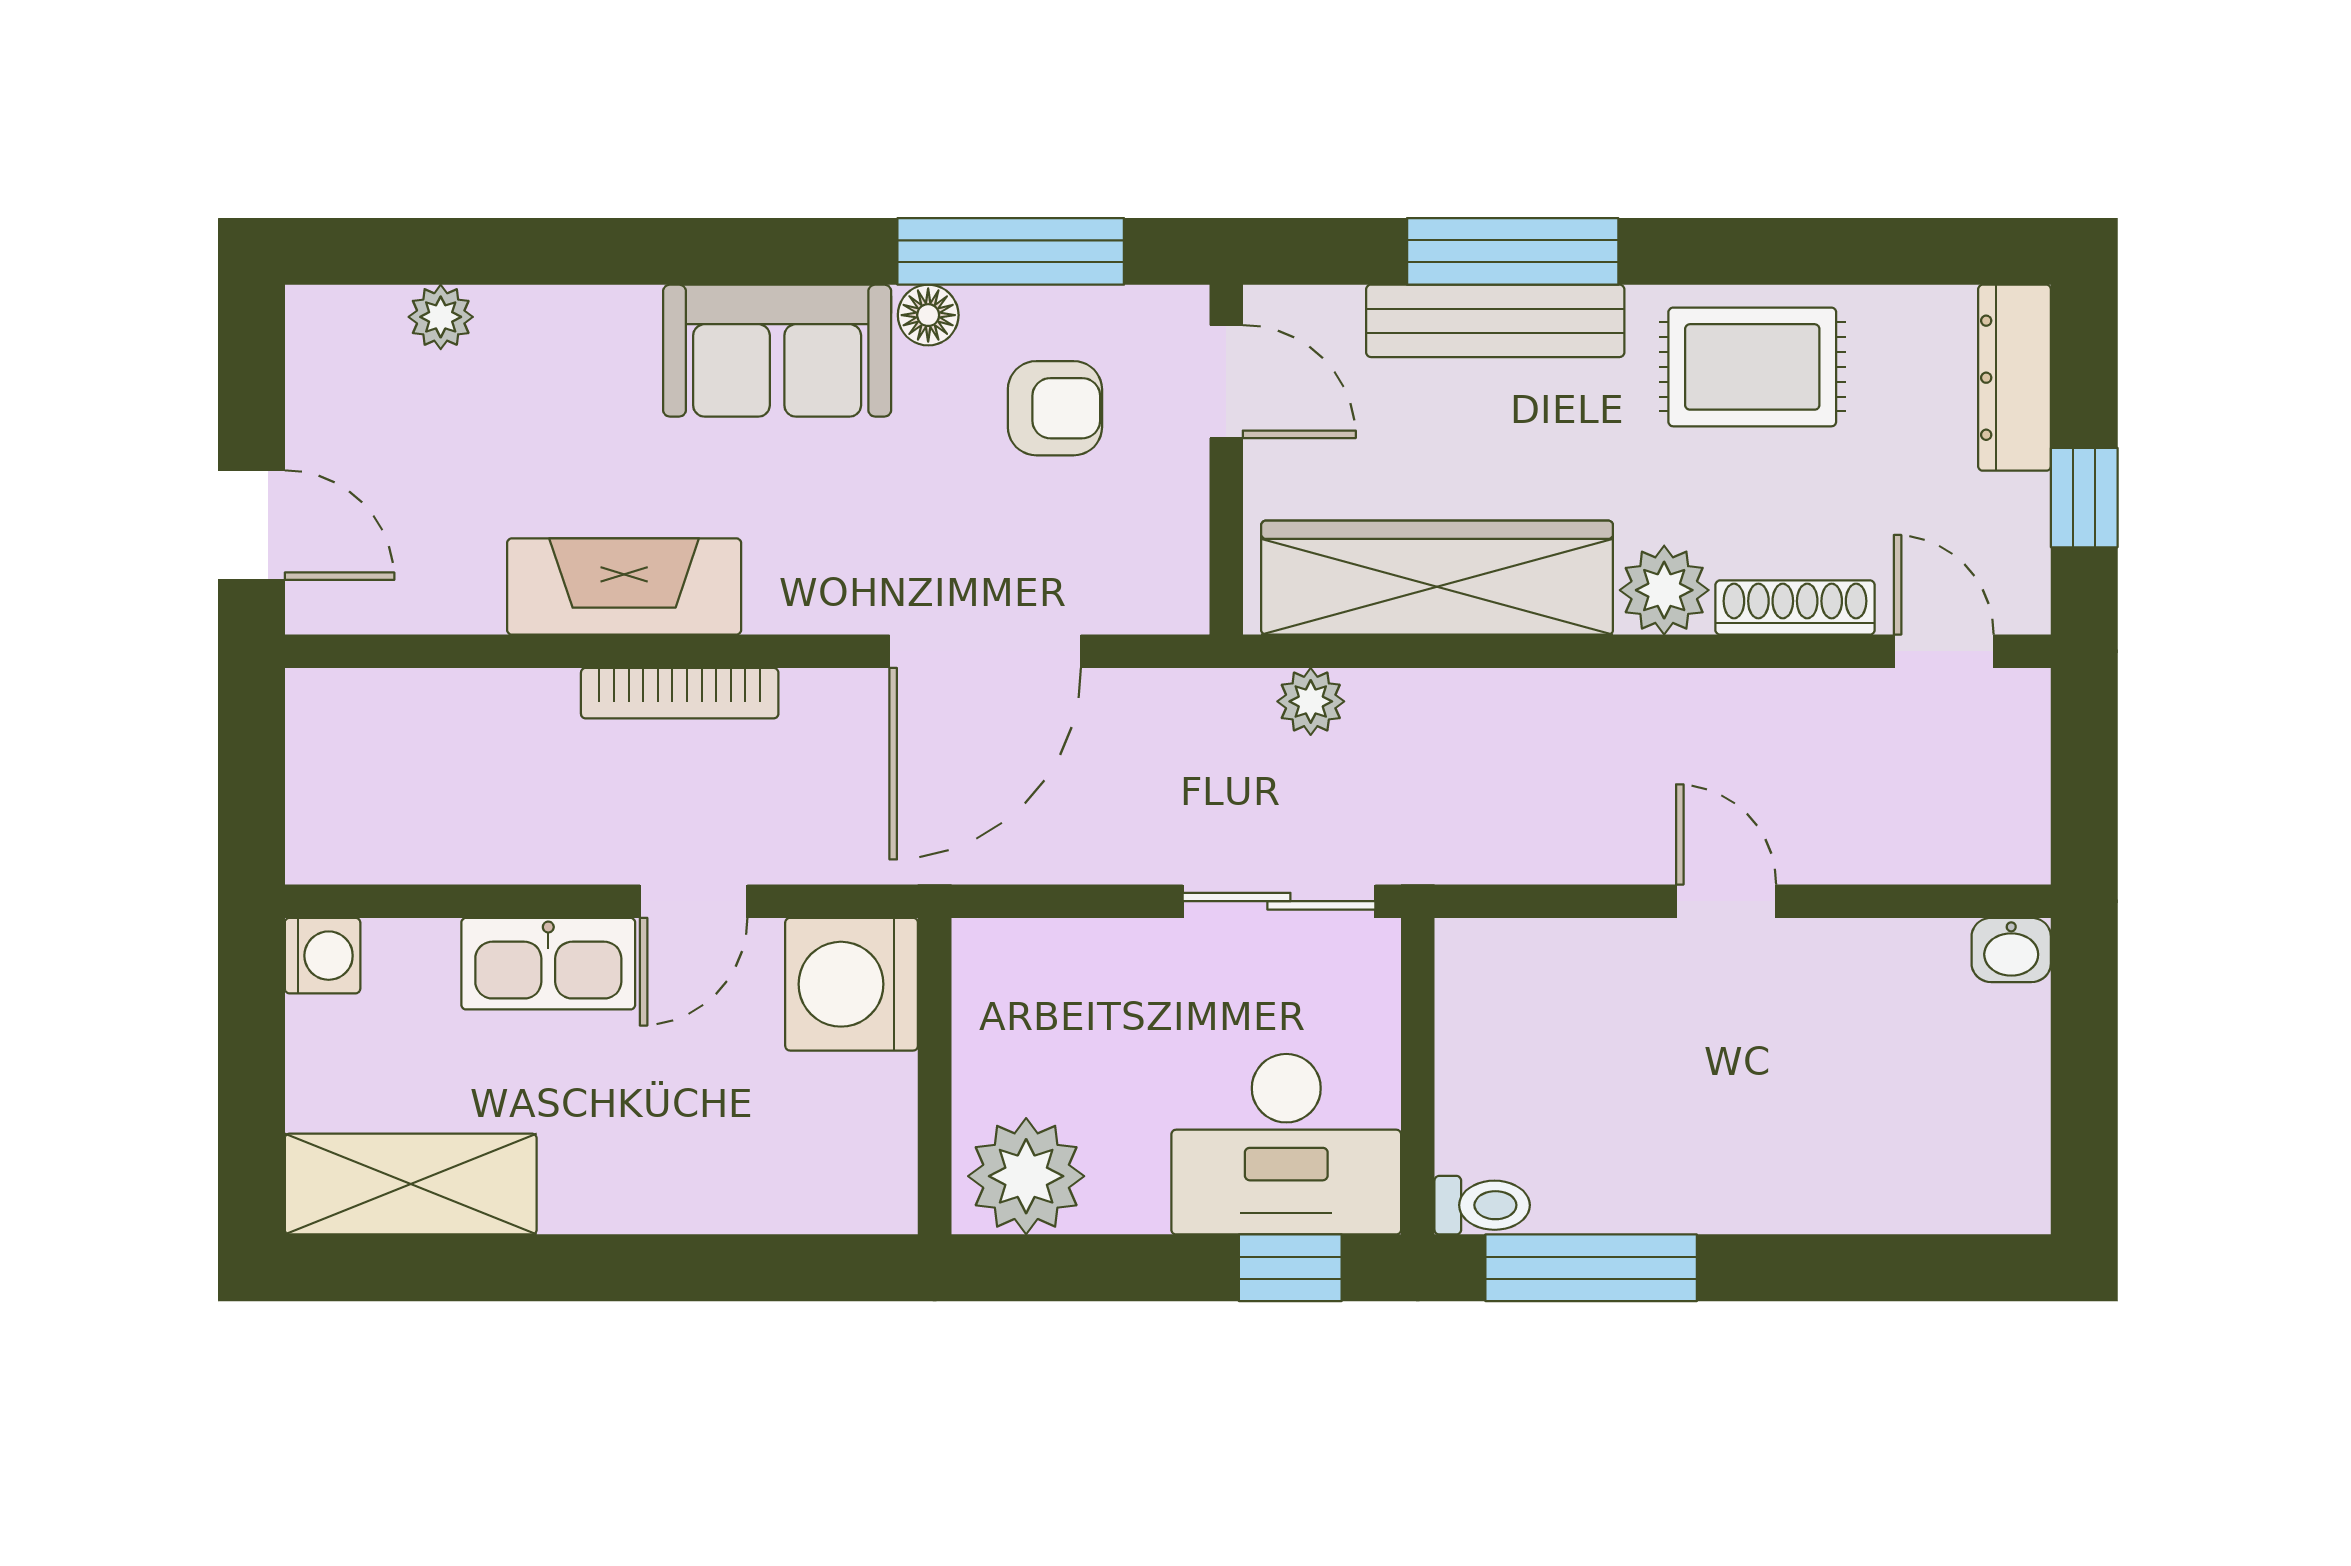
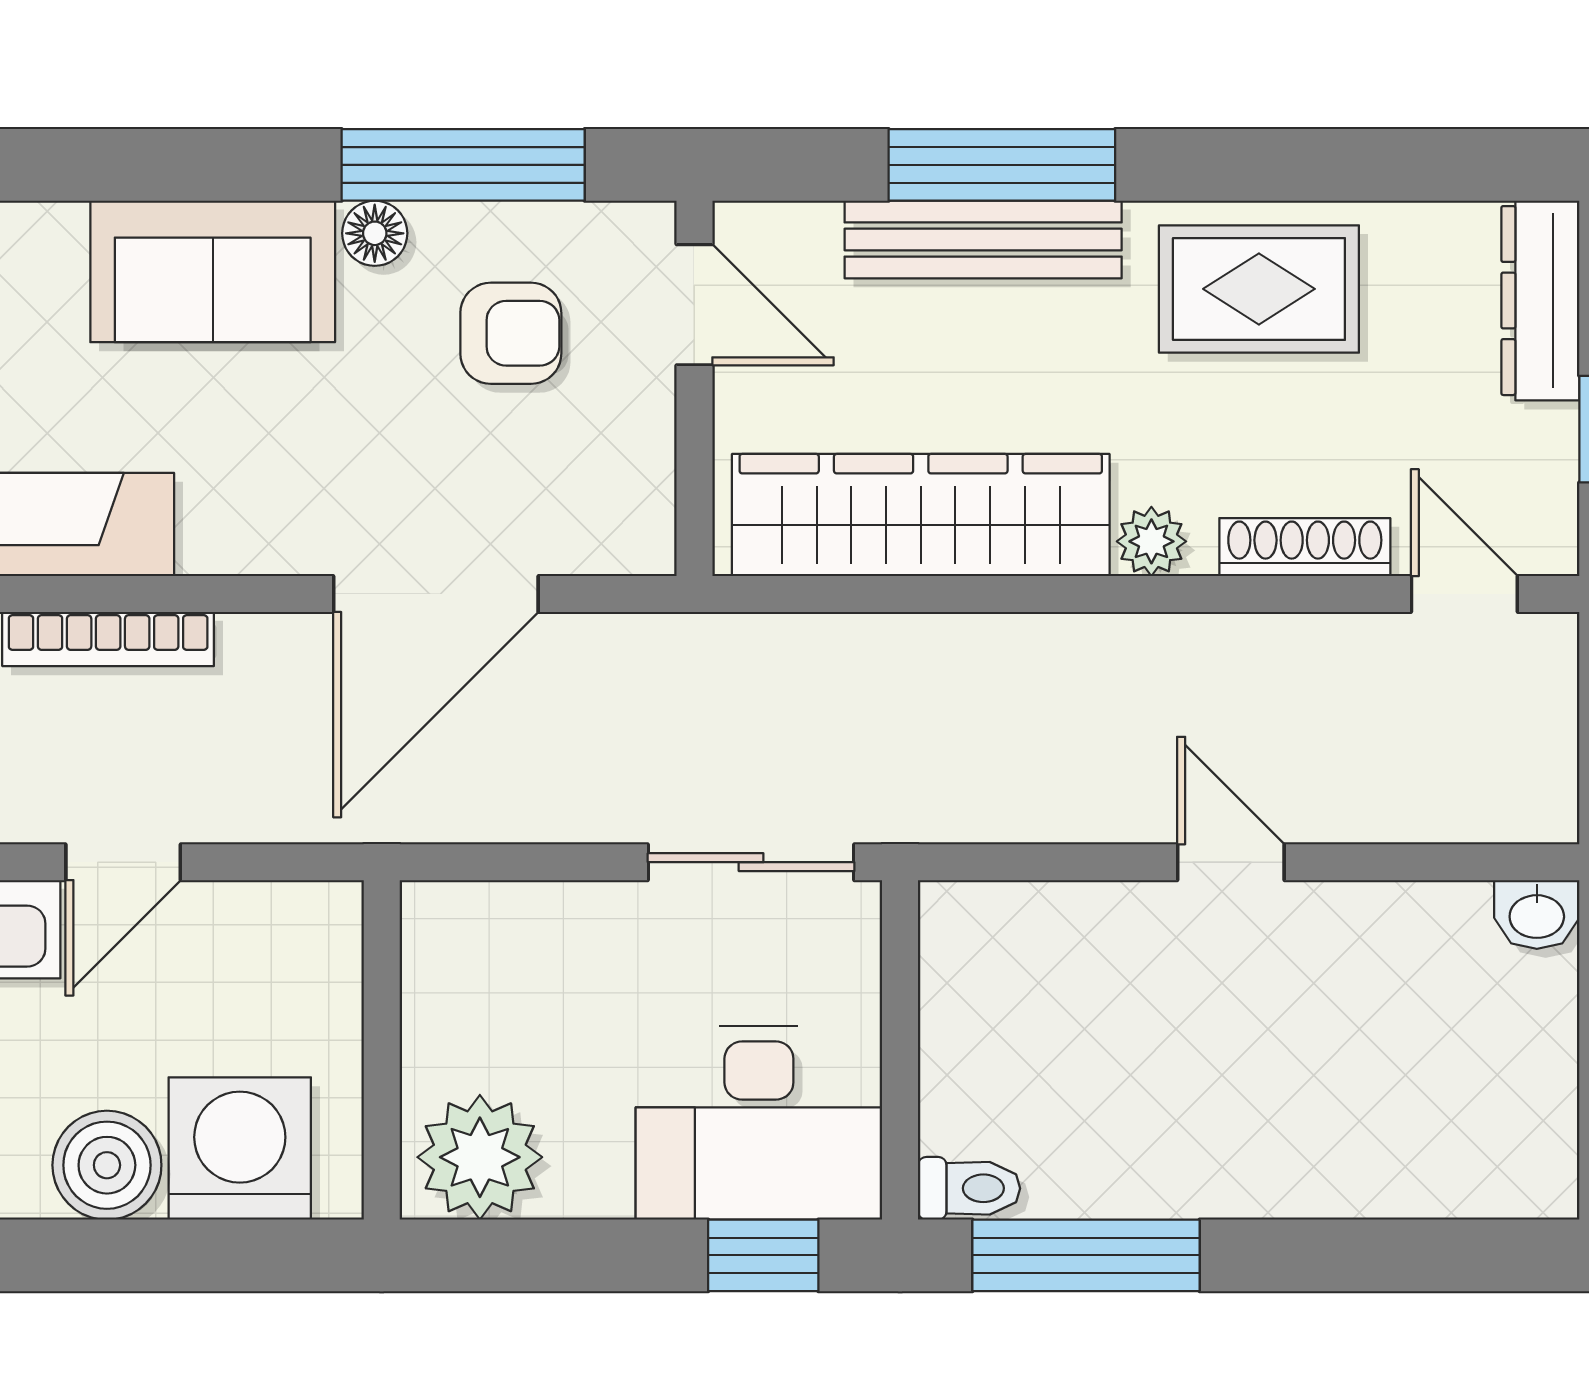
plant: (1664, 590) -> (1151, 541), width x0.73, depth x0.73
plant: (1311, 701) -> (785, 648), removed
washing machine: (852, 984) -> (240, 1149), moved, turned 90
boiler: (679, 1184) -> (107, 1165), added

